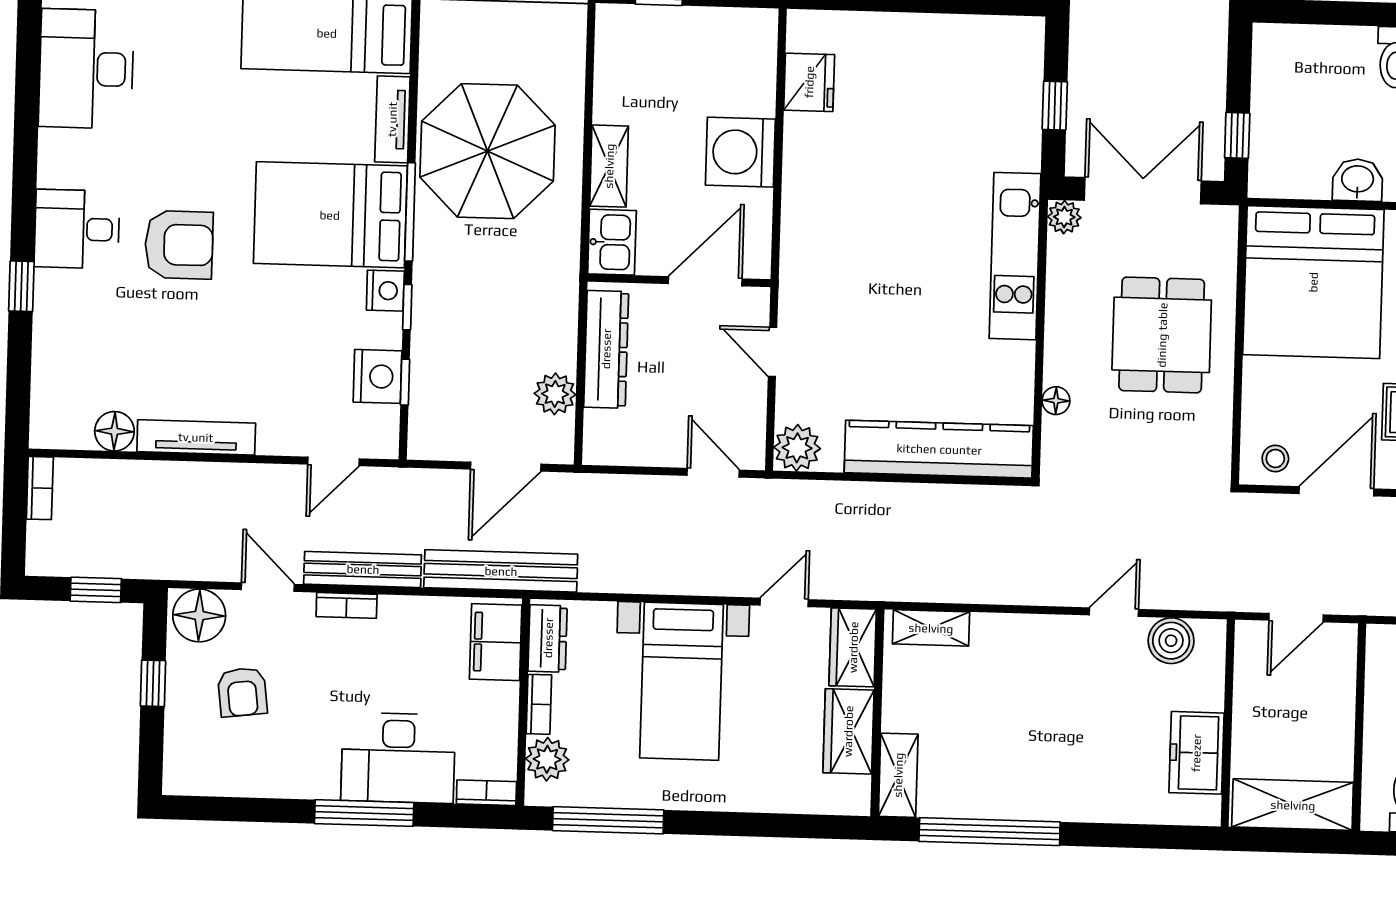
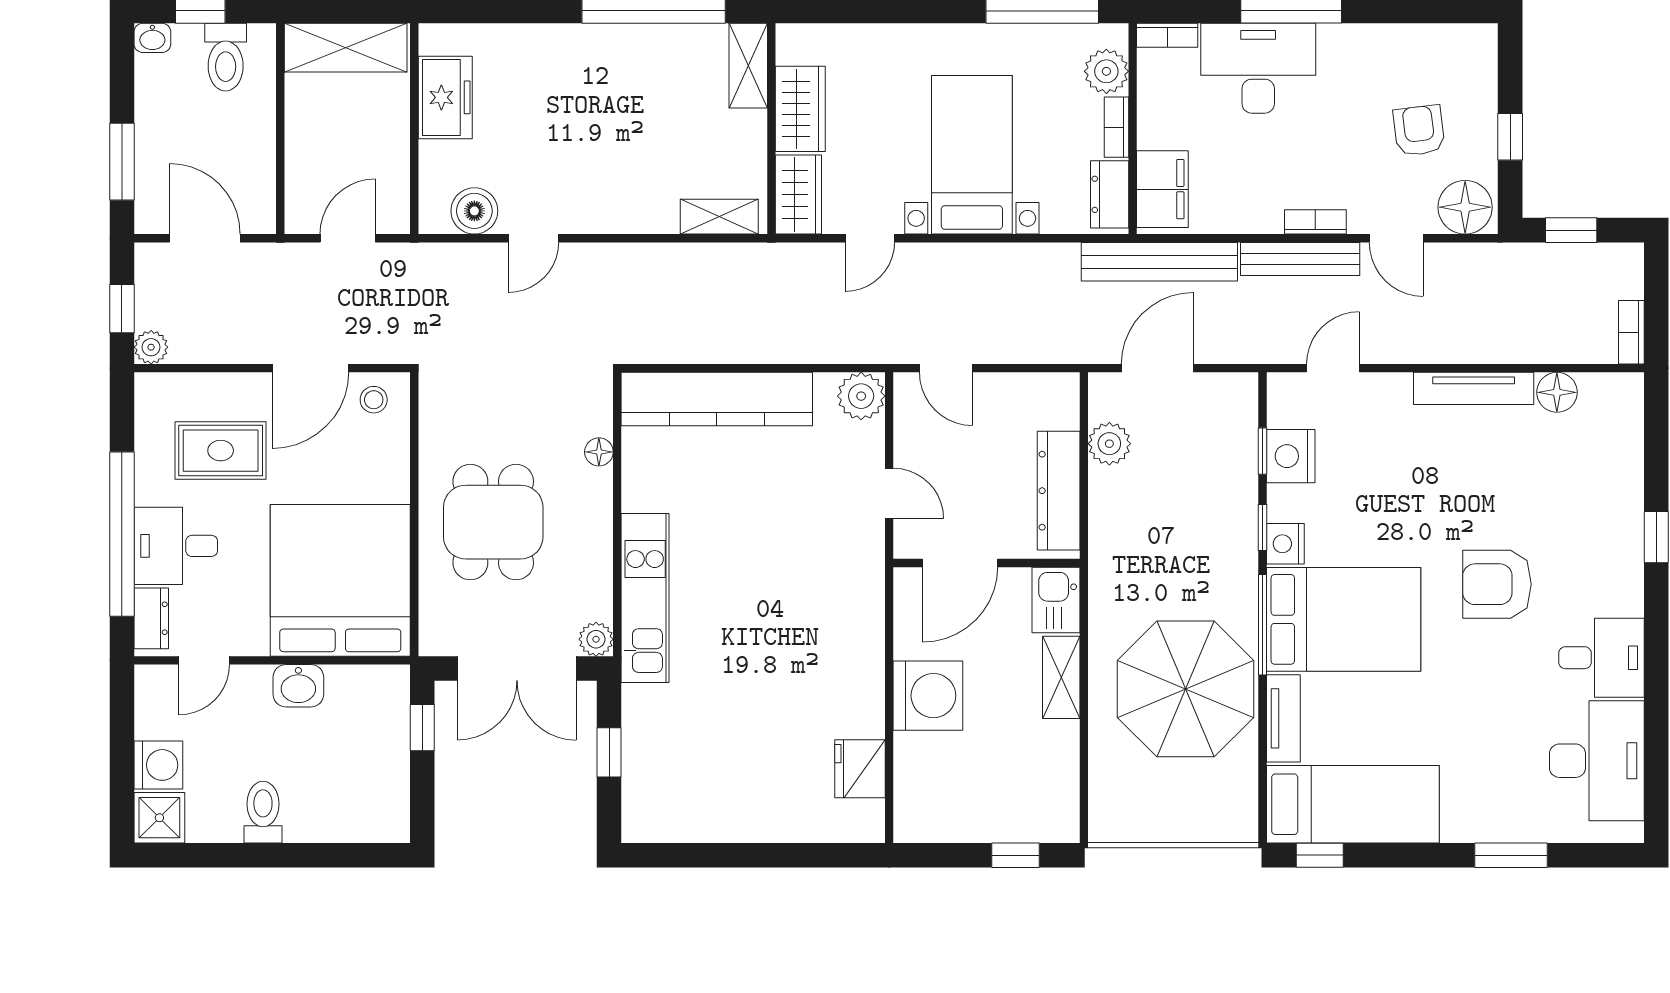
desk: (77, 229) -> (1601, 658), moved

